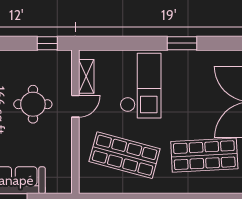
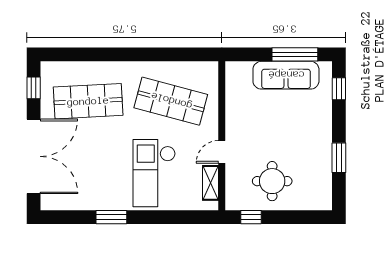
round table: (33, 104) -> (272, 181), moved

